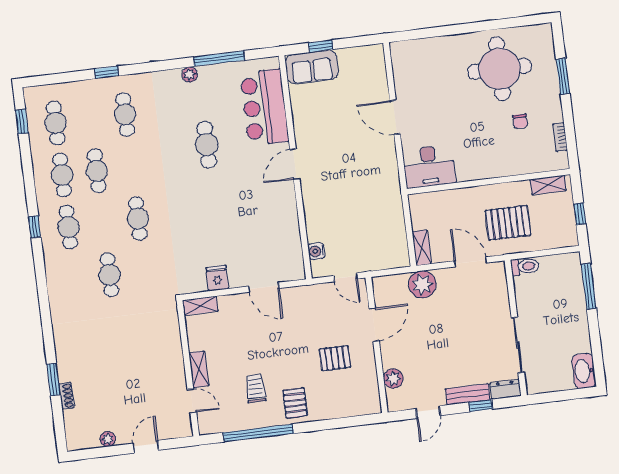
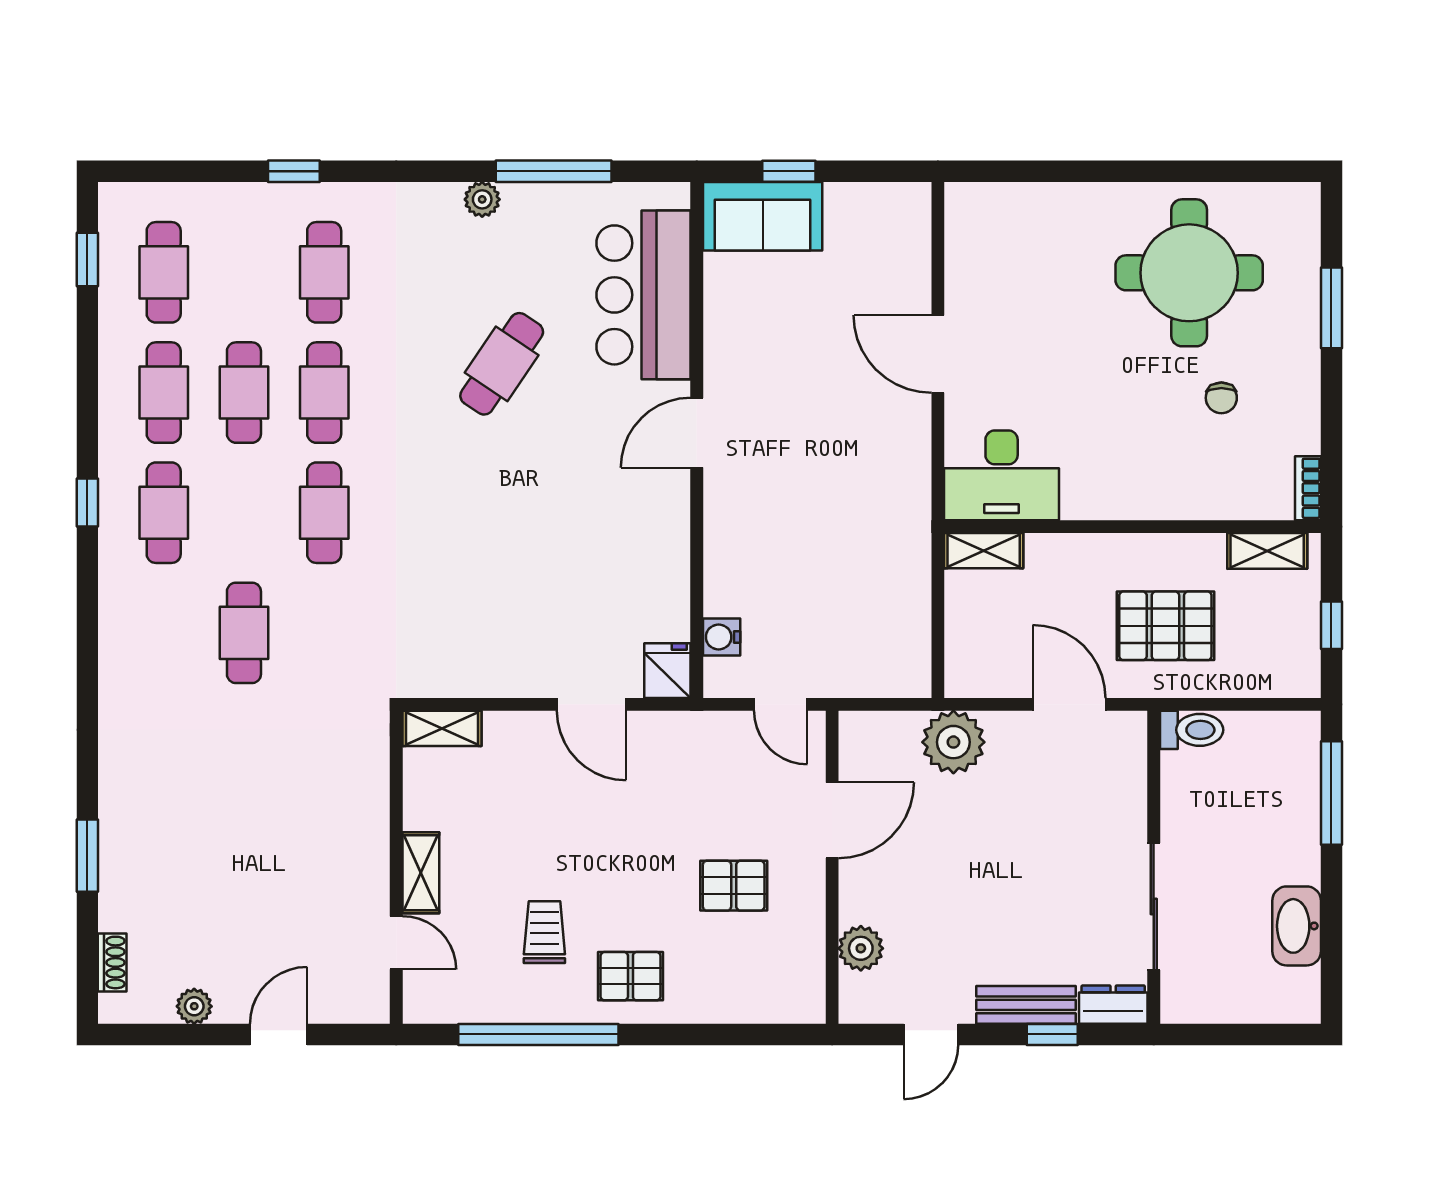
bookcase: (560, 137) -> (1308, 488), moved
cafe table: (207, 145) -> (502, 364), turned 34
cafe table: (131, 167) -> (324, 393), added
shelving: (422, 248) -> (984, 551), moved, turned 90
fridge: (217, 278) -> (667, 671), moved
washbasin: (584, 371) -> (1297, 926), moved
shoe rack: (66, 396) -> (112, 962), moved
pallet: (295, 403) -> (630, 976), turned 90

